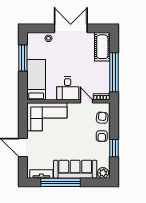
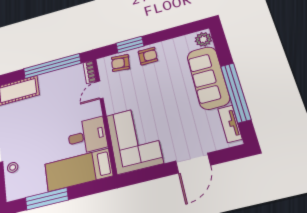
desk: (68, 88) -> (87, 136), moved
window: (114, 148) -> (130, 45), moved

